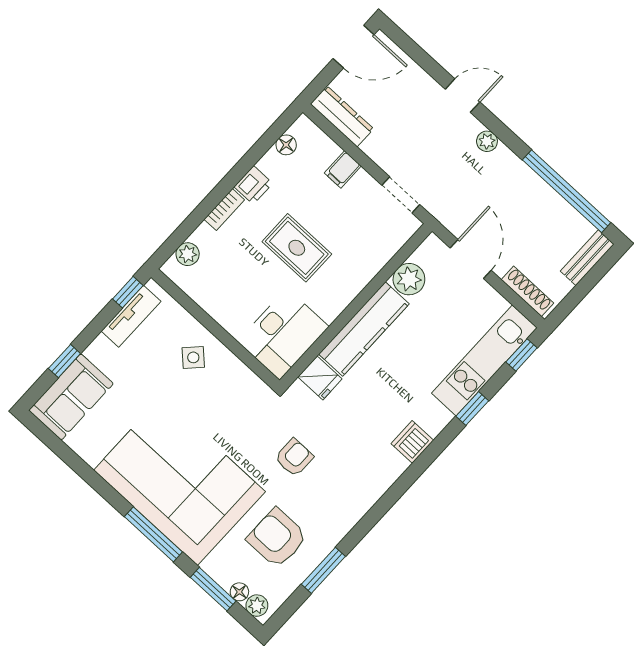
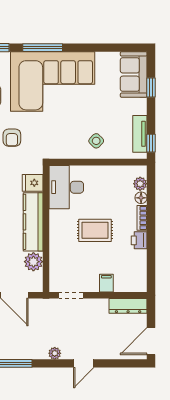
floor lamp: (286, 145) -> (141, 198), moved

